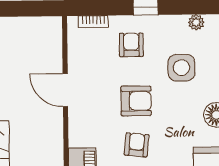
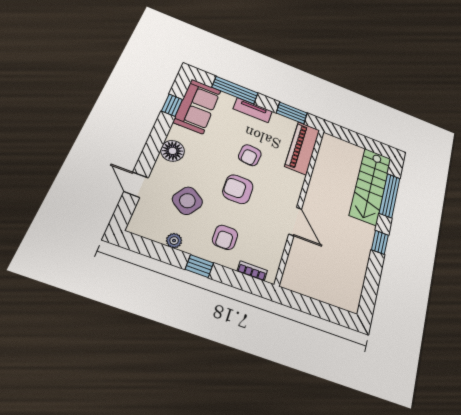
plant: (196, 22) -> (174, 241), moved
side table: (181, 68) -> (187, 201), turned 33

